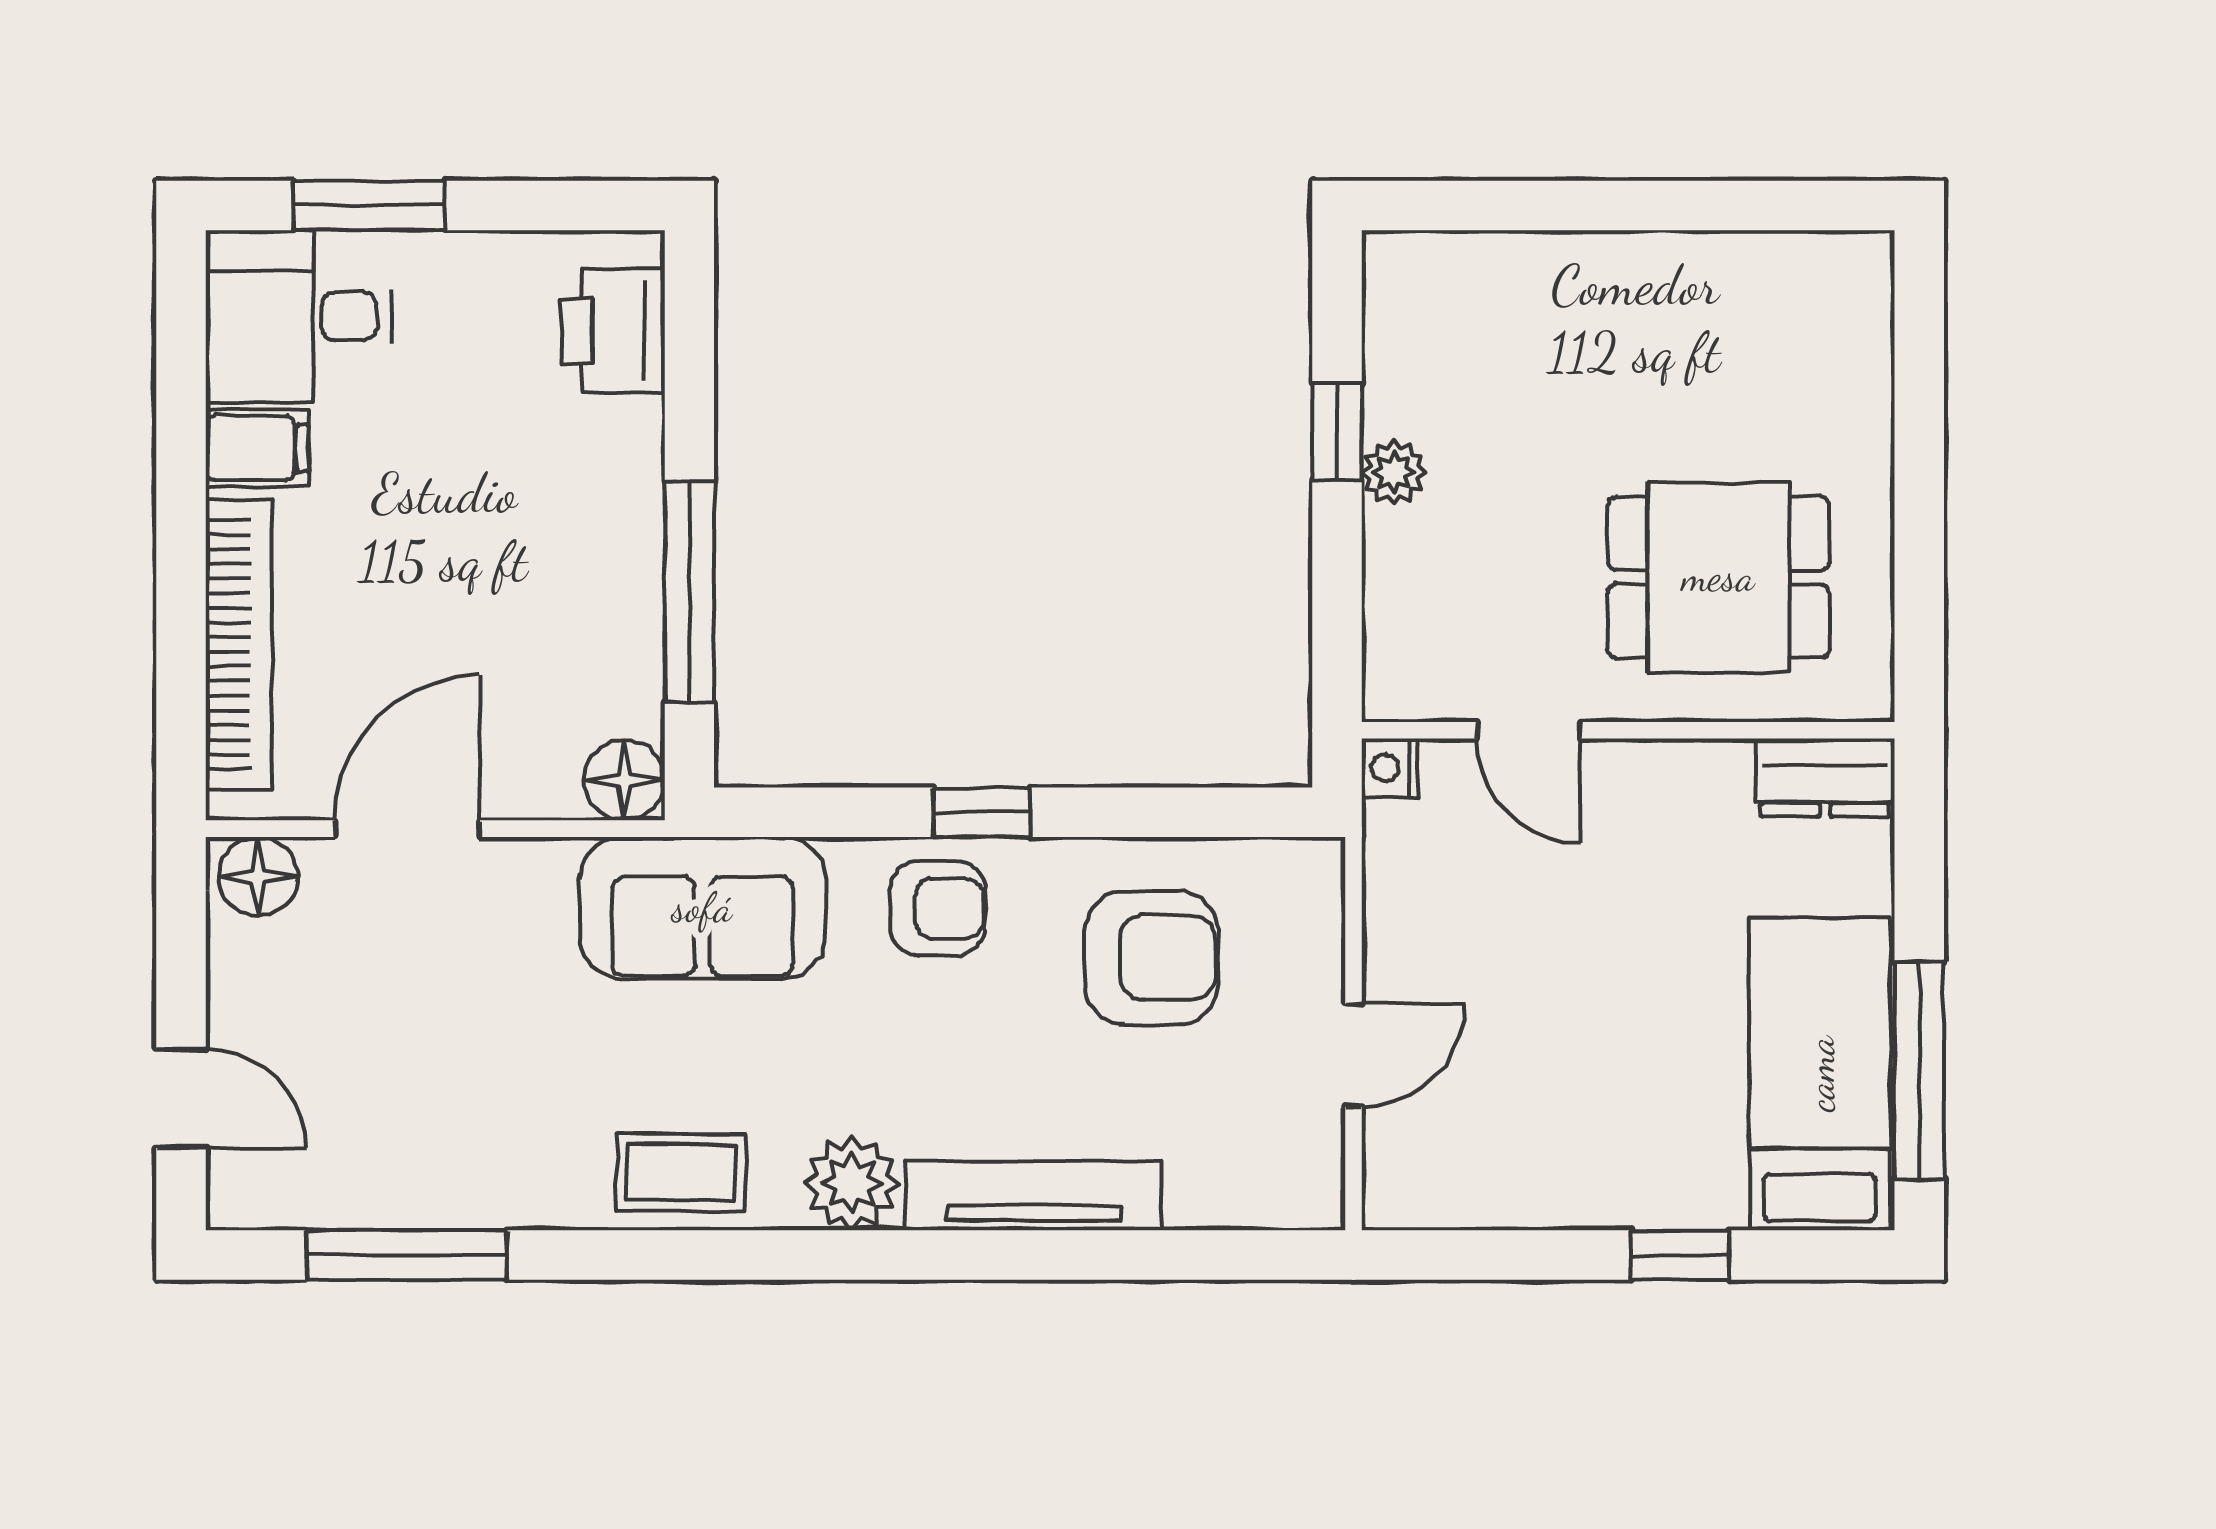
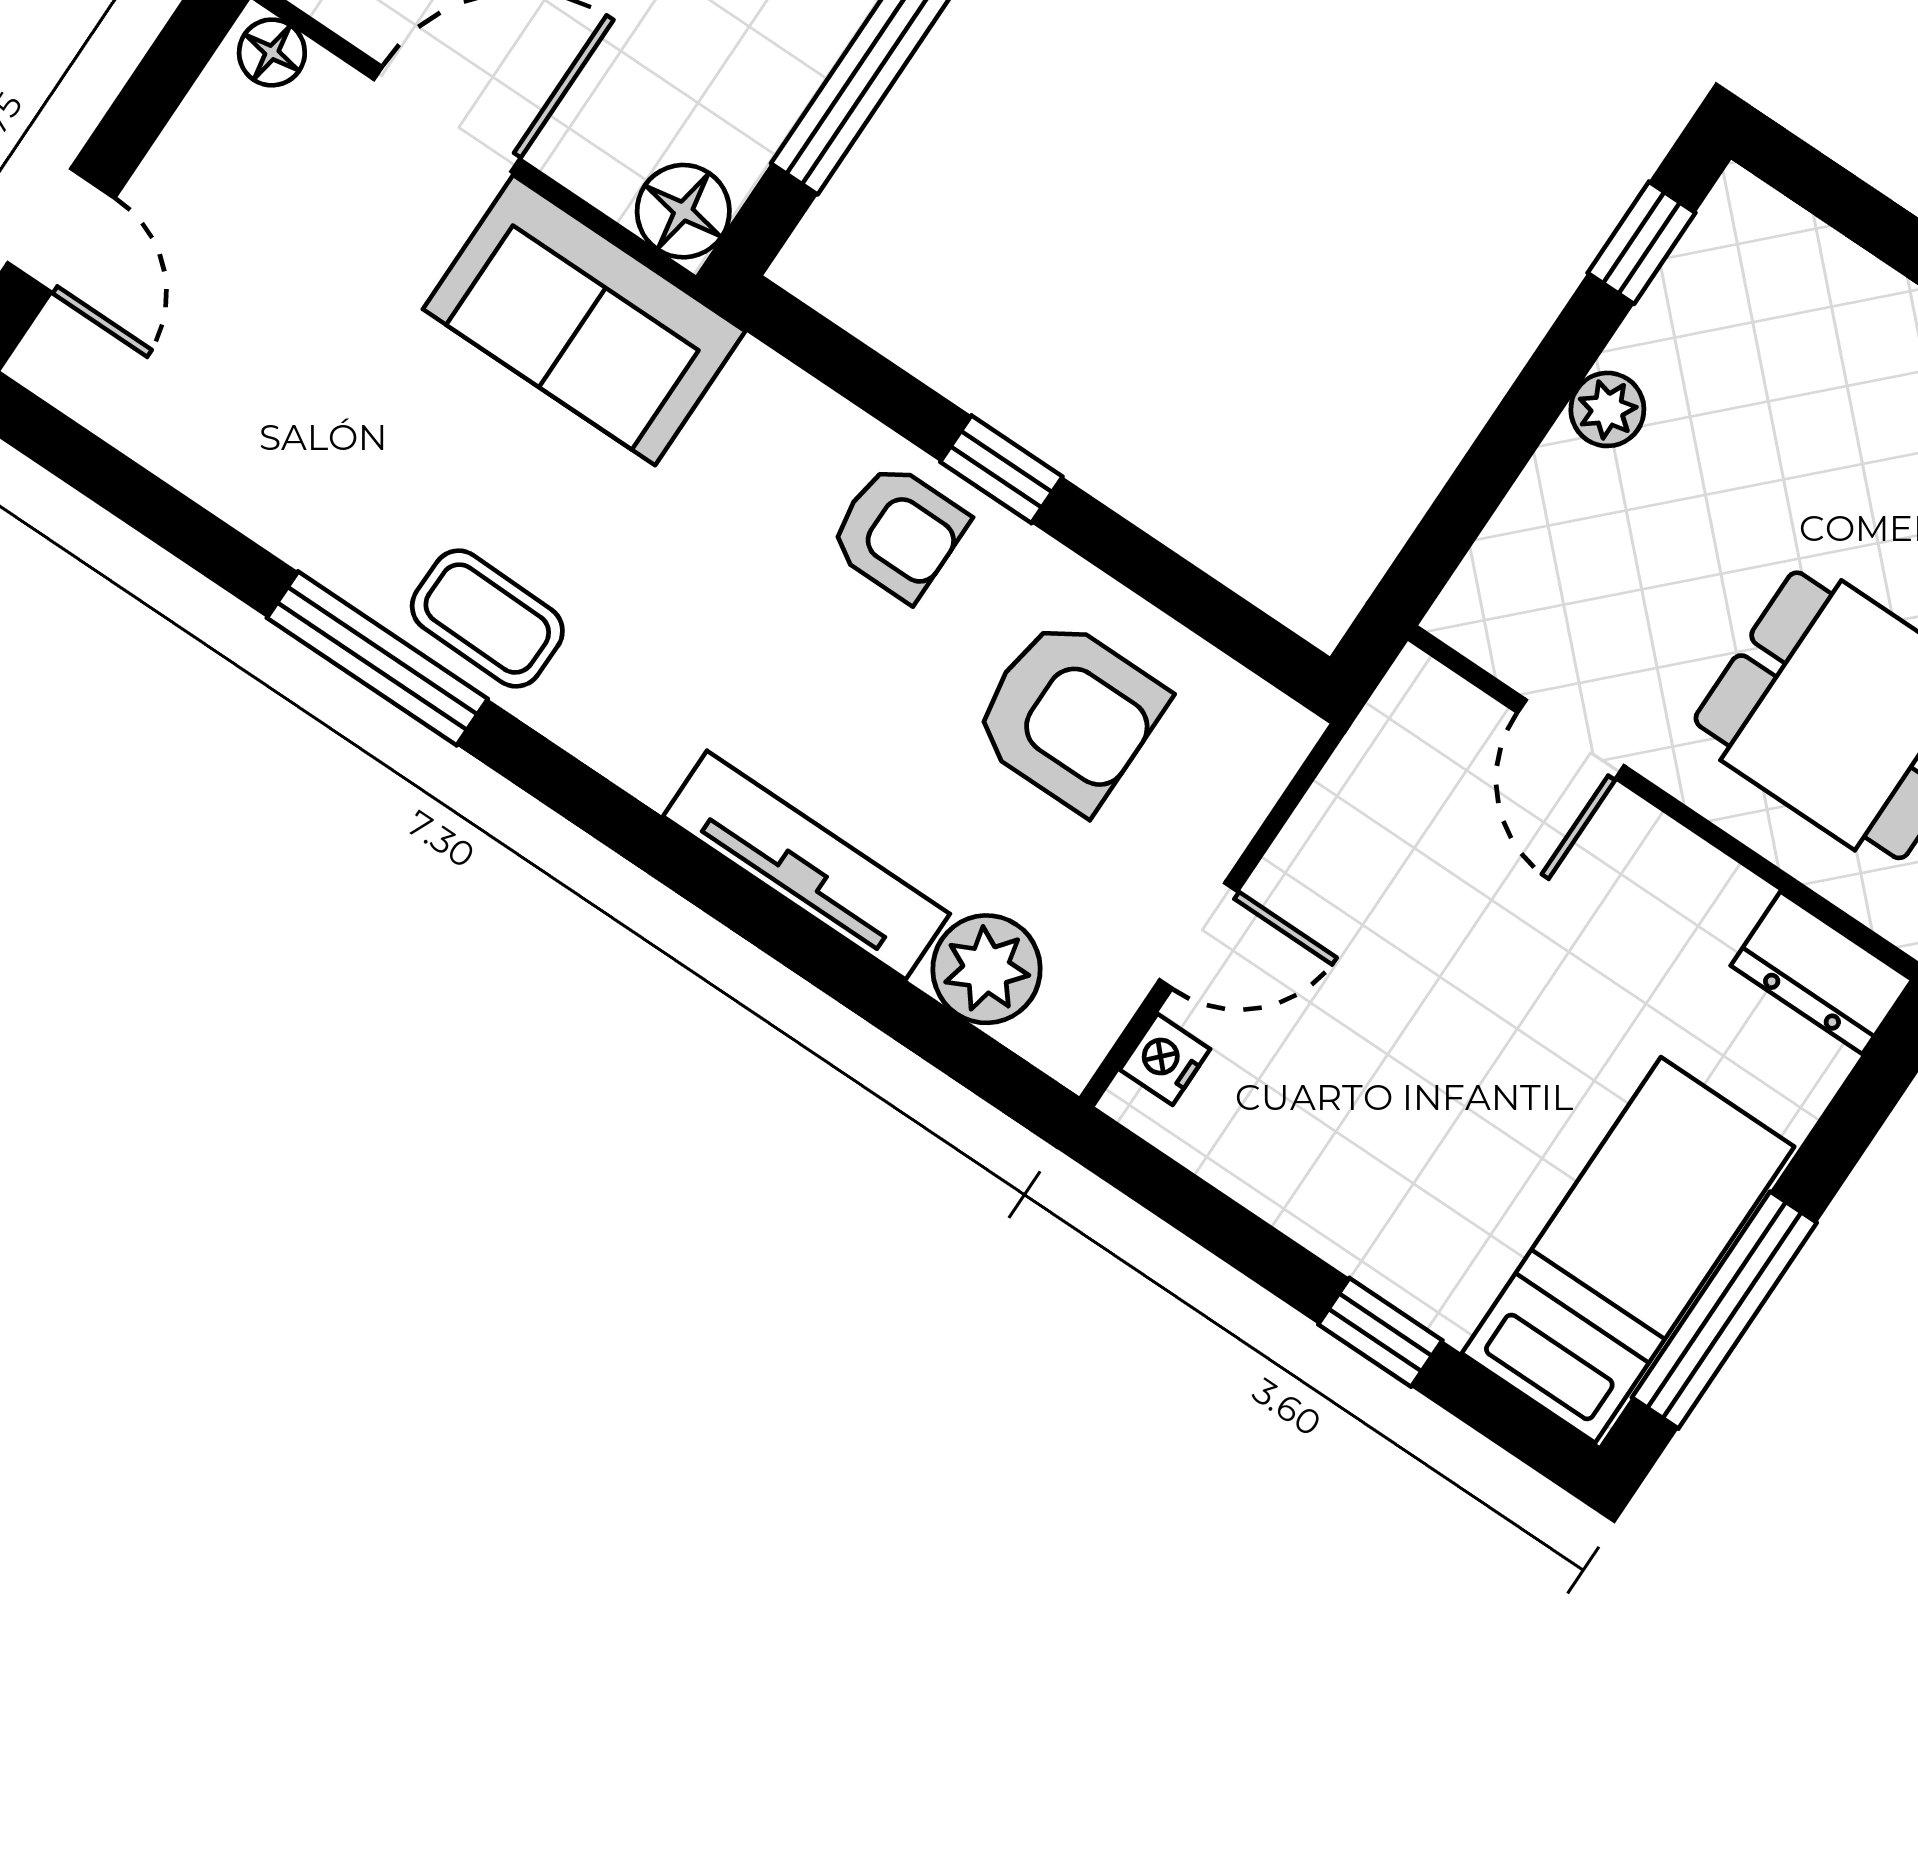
window: (1337, 432) -> (1641, 243), moved
nightstand: (1390, 768) -> (1165, 1059), moved
floor lamp: (258, 876) -> (272, 52), width x0.73, depth x0.73
sofa: (702, 908) -> (584, 320), moved
plant: (852, 1183) -> (987, 969), moved
window: (407, 1255) -> (377, 658), moved

